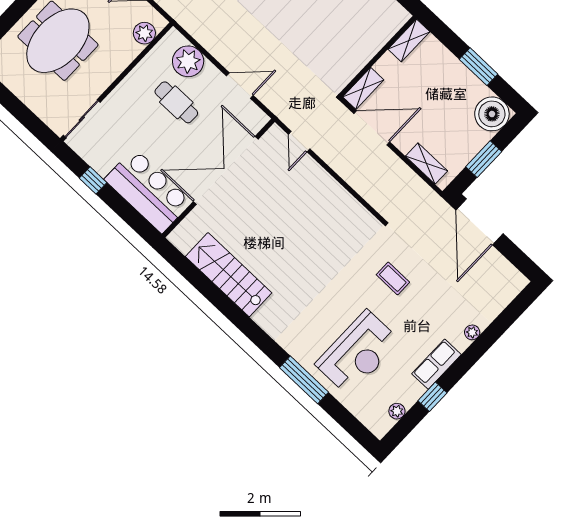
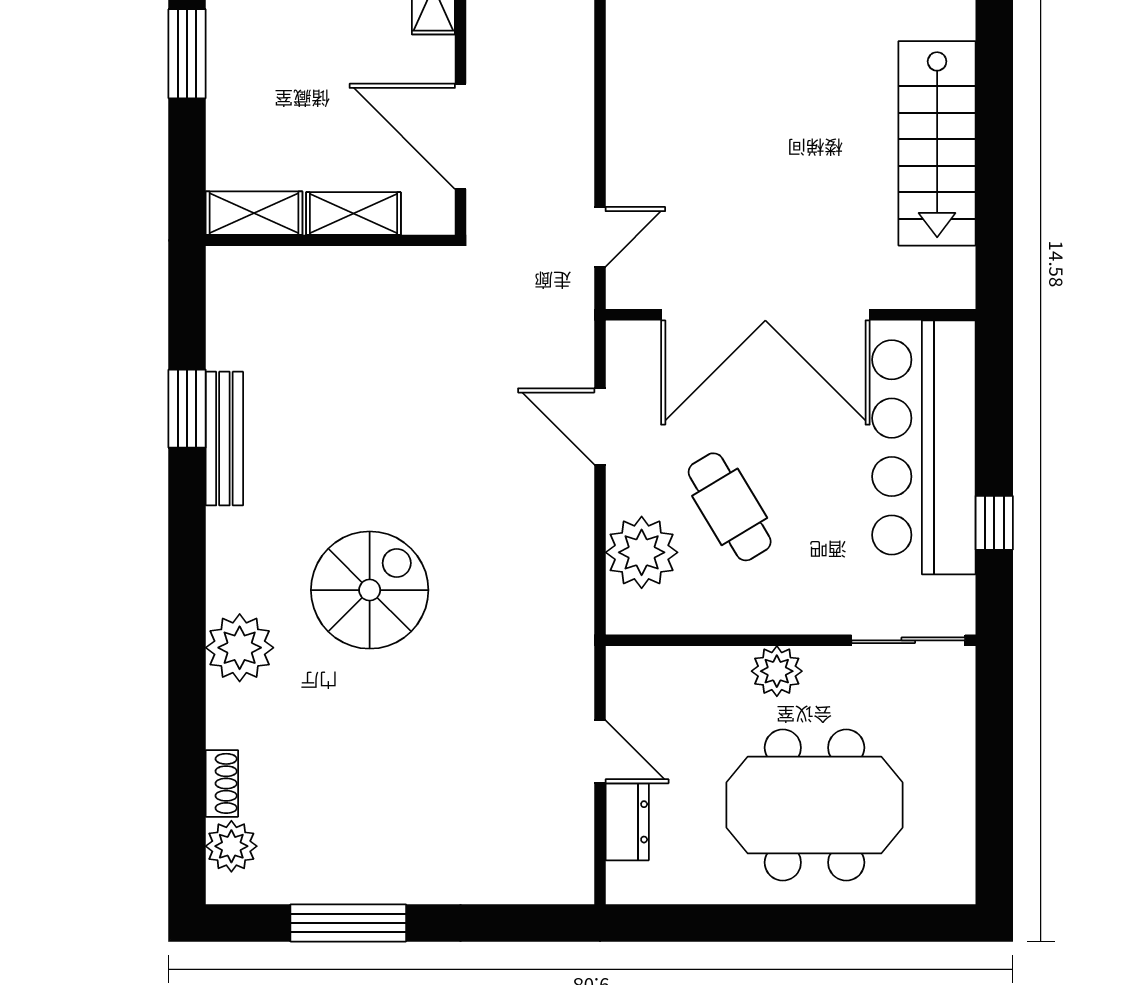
plant: (144, 33) -> (777, 671), moved
shelving: (363, 88) -> (353, 214), moved
cafe table: (176, 102) -> (730, 507), turned -31
bar counter: (148, 191) -> (924, 447), width x1.36

